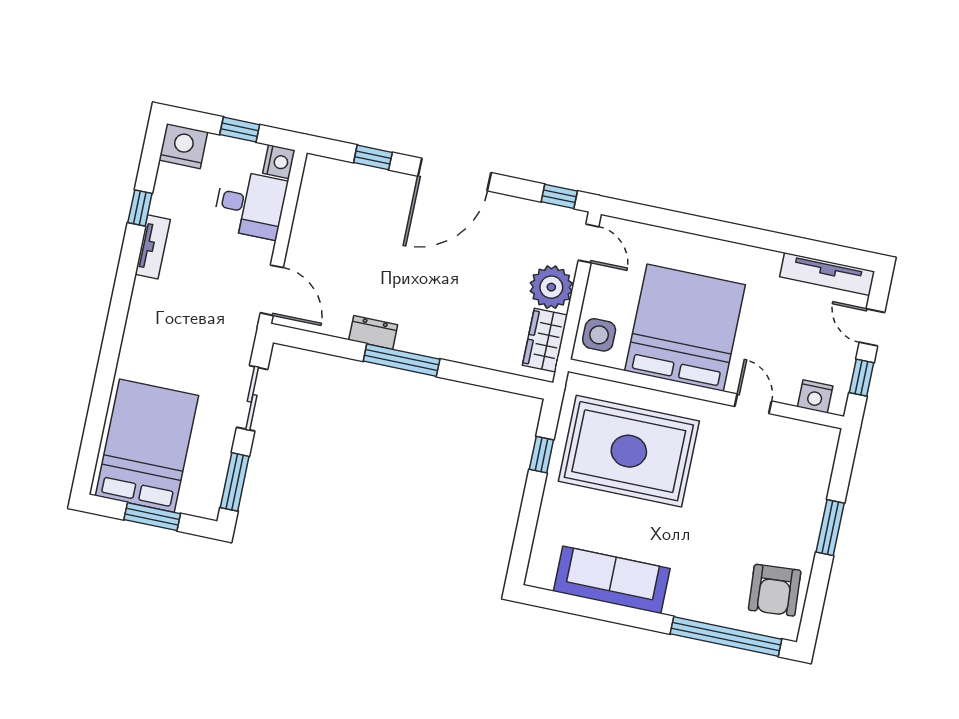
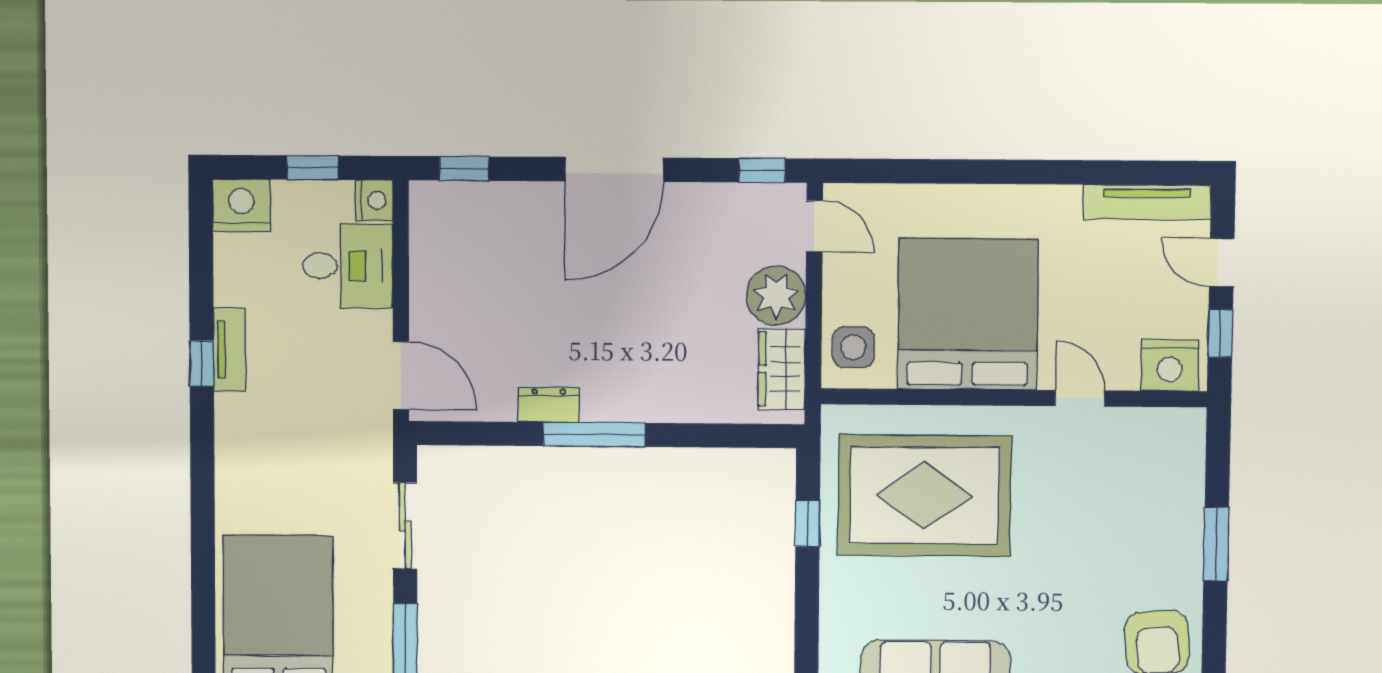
window: (373, 157) -> (464, 169), moved
window: (140, 208) -> (202, 363), moved
nightstand: (815, 396) -> (1170, 365), width x1.36, depth x1.33

